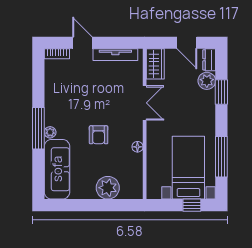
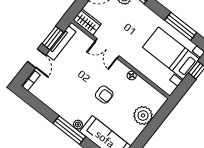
door: (82, 43) -> (37, 58), swing flipped
window: (114, 43) -> (53, 38), added
double door: (145, 103) -> (107, 49), swing flipped

